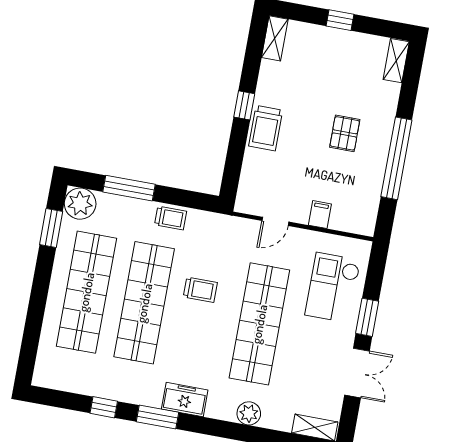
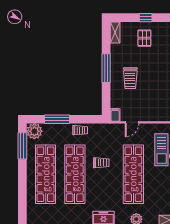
window: (244, 105) -> (106, 68), width x2.17
trolley: (266, 128) -> (130, 78), moved
pallet: (345, 133) -> (144, 38), moved
filing cabinet: (320, 215) -> (115, 115), moved
window: (51, 228) -> (22, 146), width x1.44

